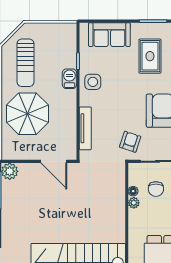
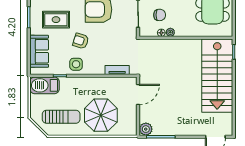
barbecue: (69, 79) -> (44, 85), moved, width x1.88, depth x1.53
tv unit: (85, 128) -> (117, 70), width x0.71
armchair: (130, 142) -> (81, 41), moved

